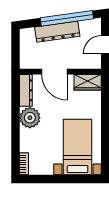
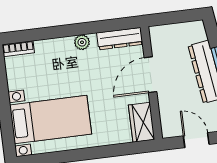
plant: (30, 118) -> (82, 42), width x0.53, depth x0.53

